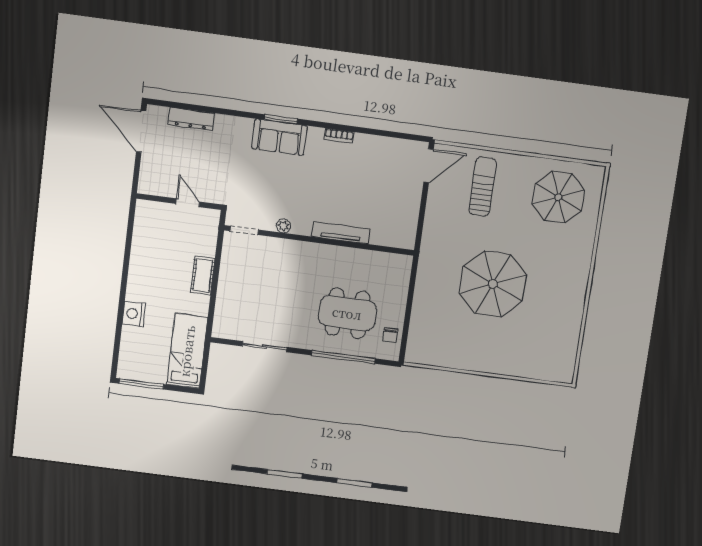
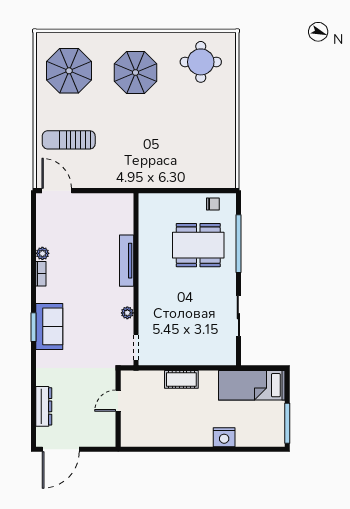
plant: (361, 140) -> (42, 253), added
parasol: (493, 284) -> (135, 72), moved, width x0.73, depth x0.73
dining table: (347, 313) -> (198, 245), turned 90
round table: (546, 342) -> (201, 62), added

